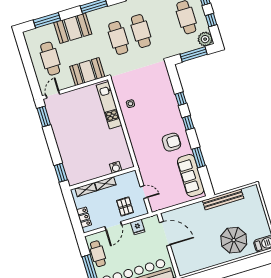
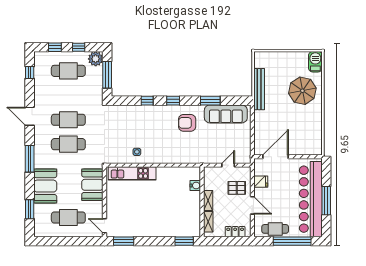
window: (47, 20) -> (30, 209), width x0.69
armchair: (171, 142) -> (187, 123), turned -90

